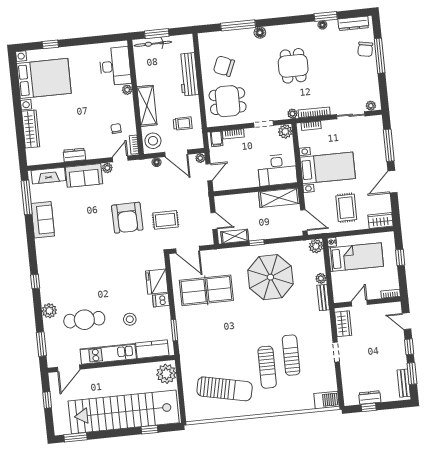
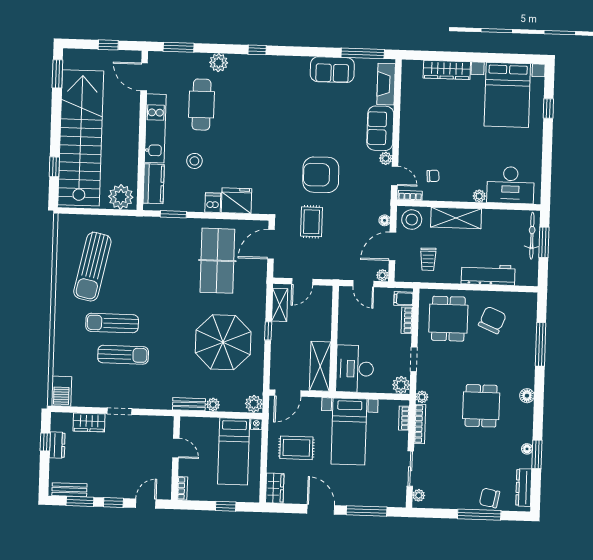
floor lamp: (260, 33) -> (527, 396), moved
dining table: (293, 66) -> (481, 406), turned 90
dresser: (74, 155) -> (407, 120), removed
wardrobe: (343, 324) -> (89, 422), moved

